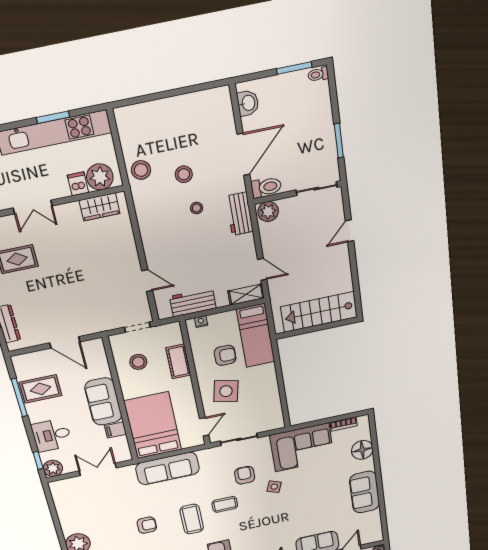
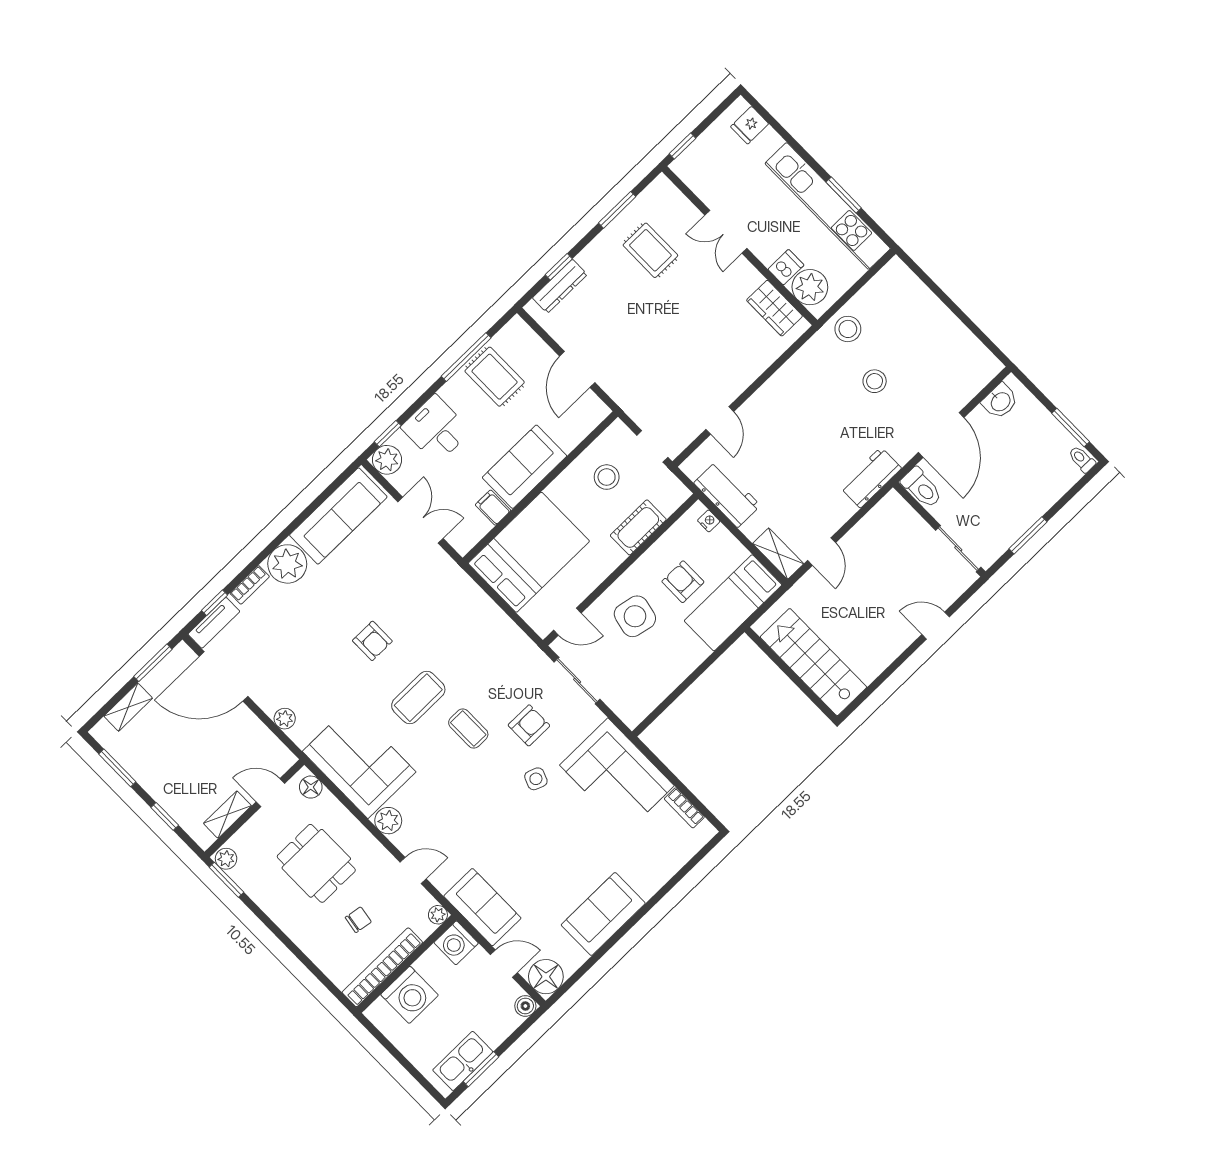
door: (243, 154) -> (941, 435), hinge flipped
stool: (197, 208) -> (845, 422), removed
plant: (268, 212) -> (895, 510), removed
armchair: (225, 355) -> (683, 582), turned 180
floor lamp: (362, 450) -> (546, 977), moved
sofa: (168, 469) -> (338, 516), moved, turned -90

